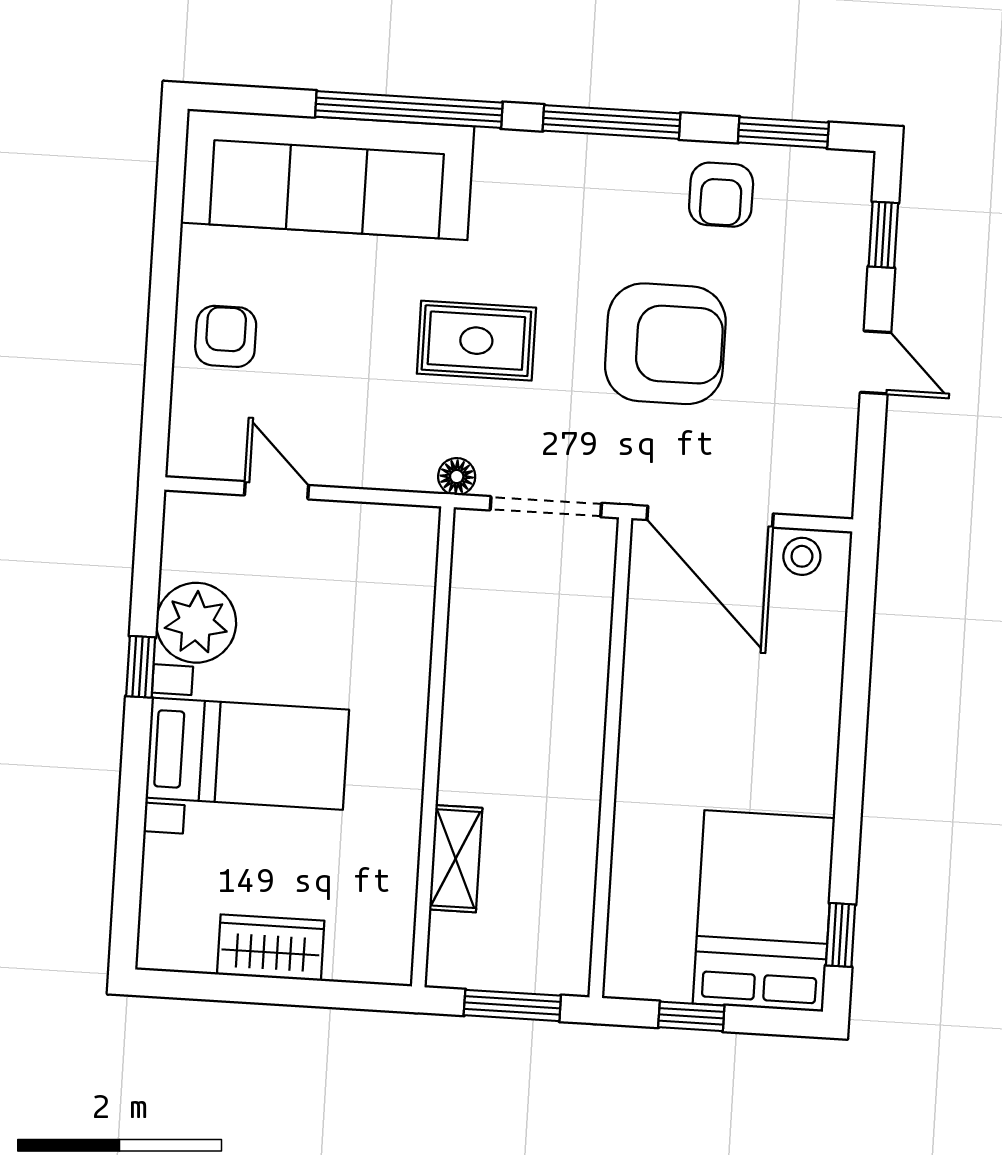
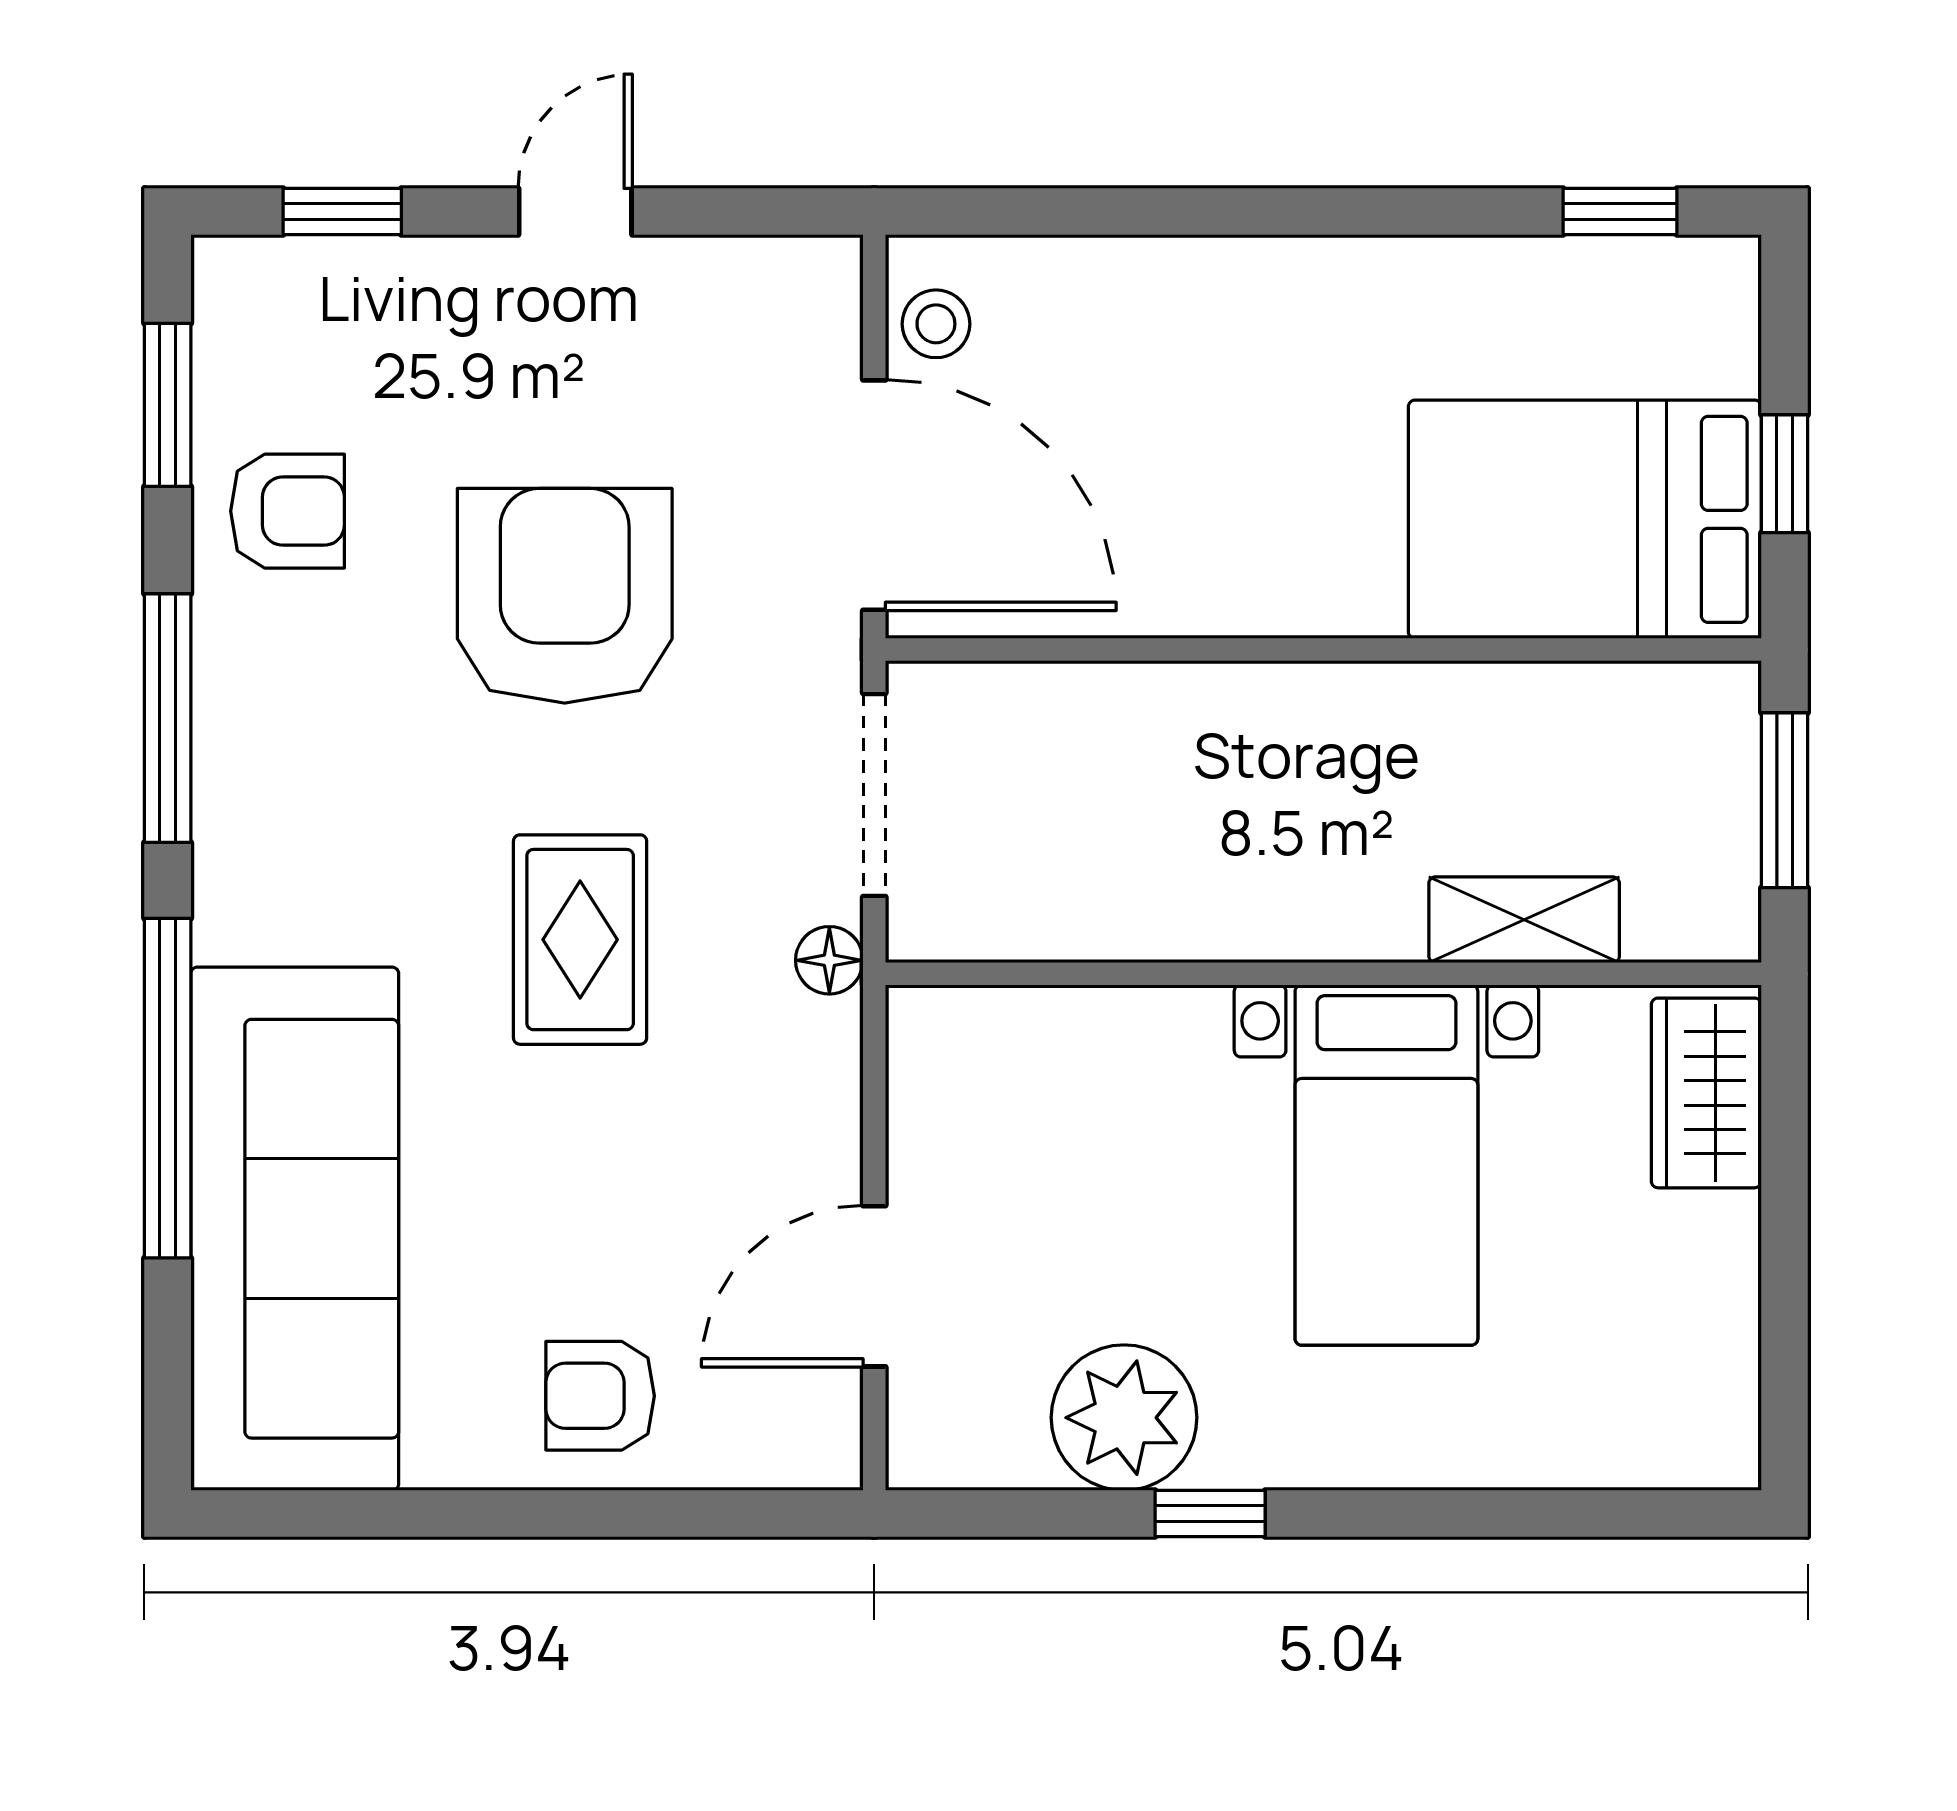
door: (277, 490) -> (874, 1286), width x1.38
door: (710, 517) -> (874, 495), hinge flipped
bed with nightstands: (247, 754) -> (1386, 1165), moved, turned 180
bed: (764, 911) -> (1585, 519), moved
wardrobe: (271, 948) -> (1706, 1093), moved

